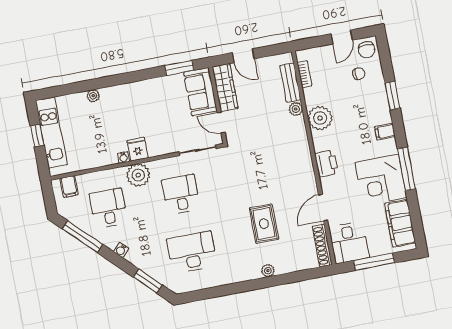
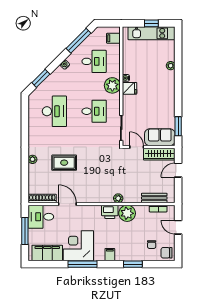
door: (342, 37) -> (178, 227), moved
plant: (296, 109) -> (118, 198), moved
door: (221, 123) -> (137, 147), hinge flipped
printer: (326, 163) -> (110, 212), moved

